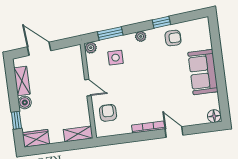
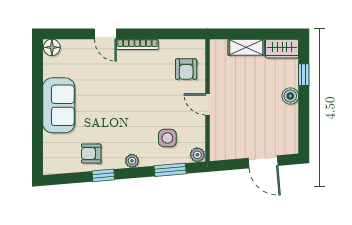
shelving: (22, 81) -> (290, 124), removed
shelving: (78, 134) -> (246, 47), moved

